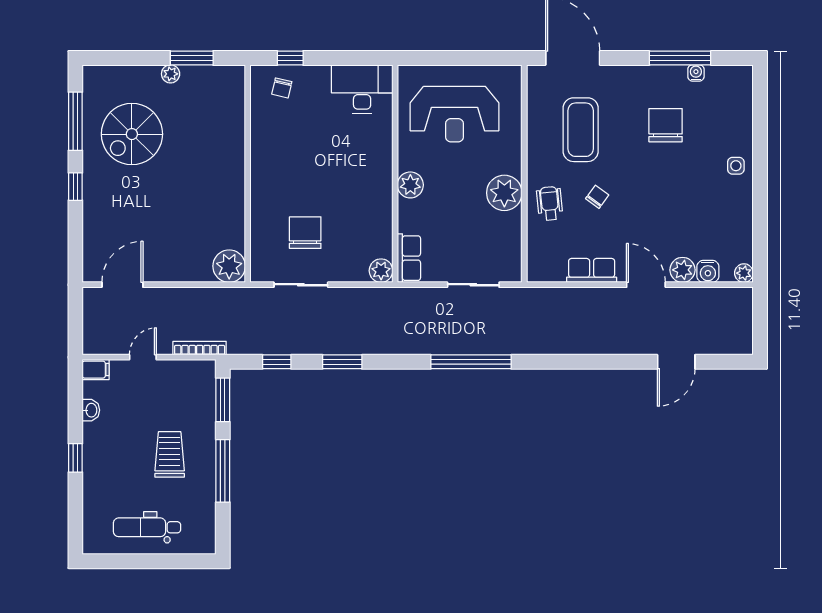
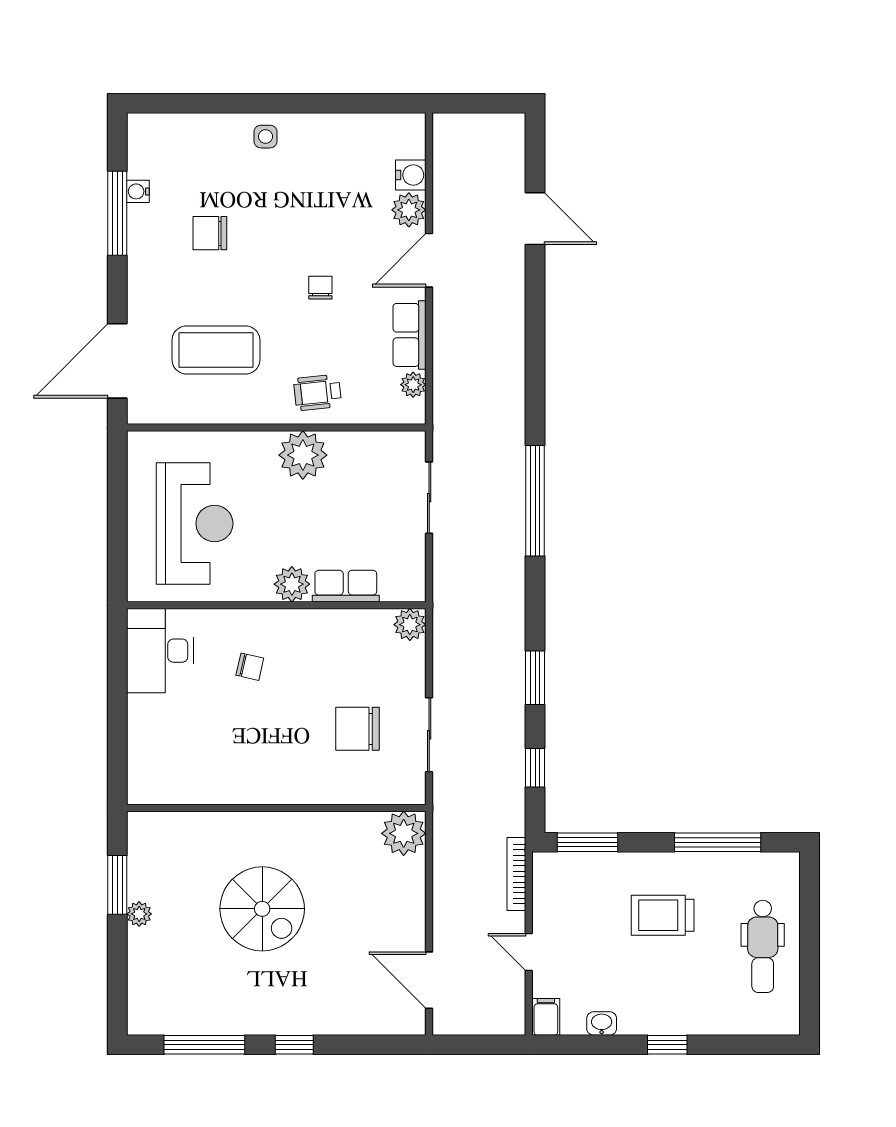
window: (290, 58) -> (117, 749), removed
chair: (282, 88) -> (250, 667), moved
chair: (666, 125) -> (210, 233), width x0.73, depth x0.73
spiral stairs: (132, 134) -> (262, 909), moved
chair: (597, 197) -> (320, 288), moved, turned 54
row of seats: (409, 258) -> (346, 586), moved
plant: (744, 273) -> (413, 385), moved
window: (223, 471) -> (718, 842), moved

